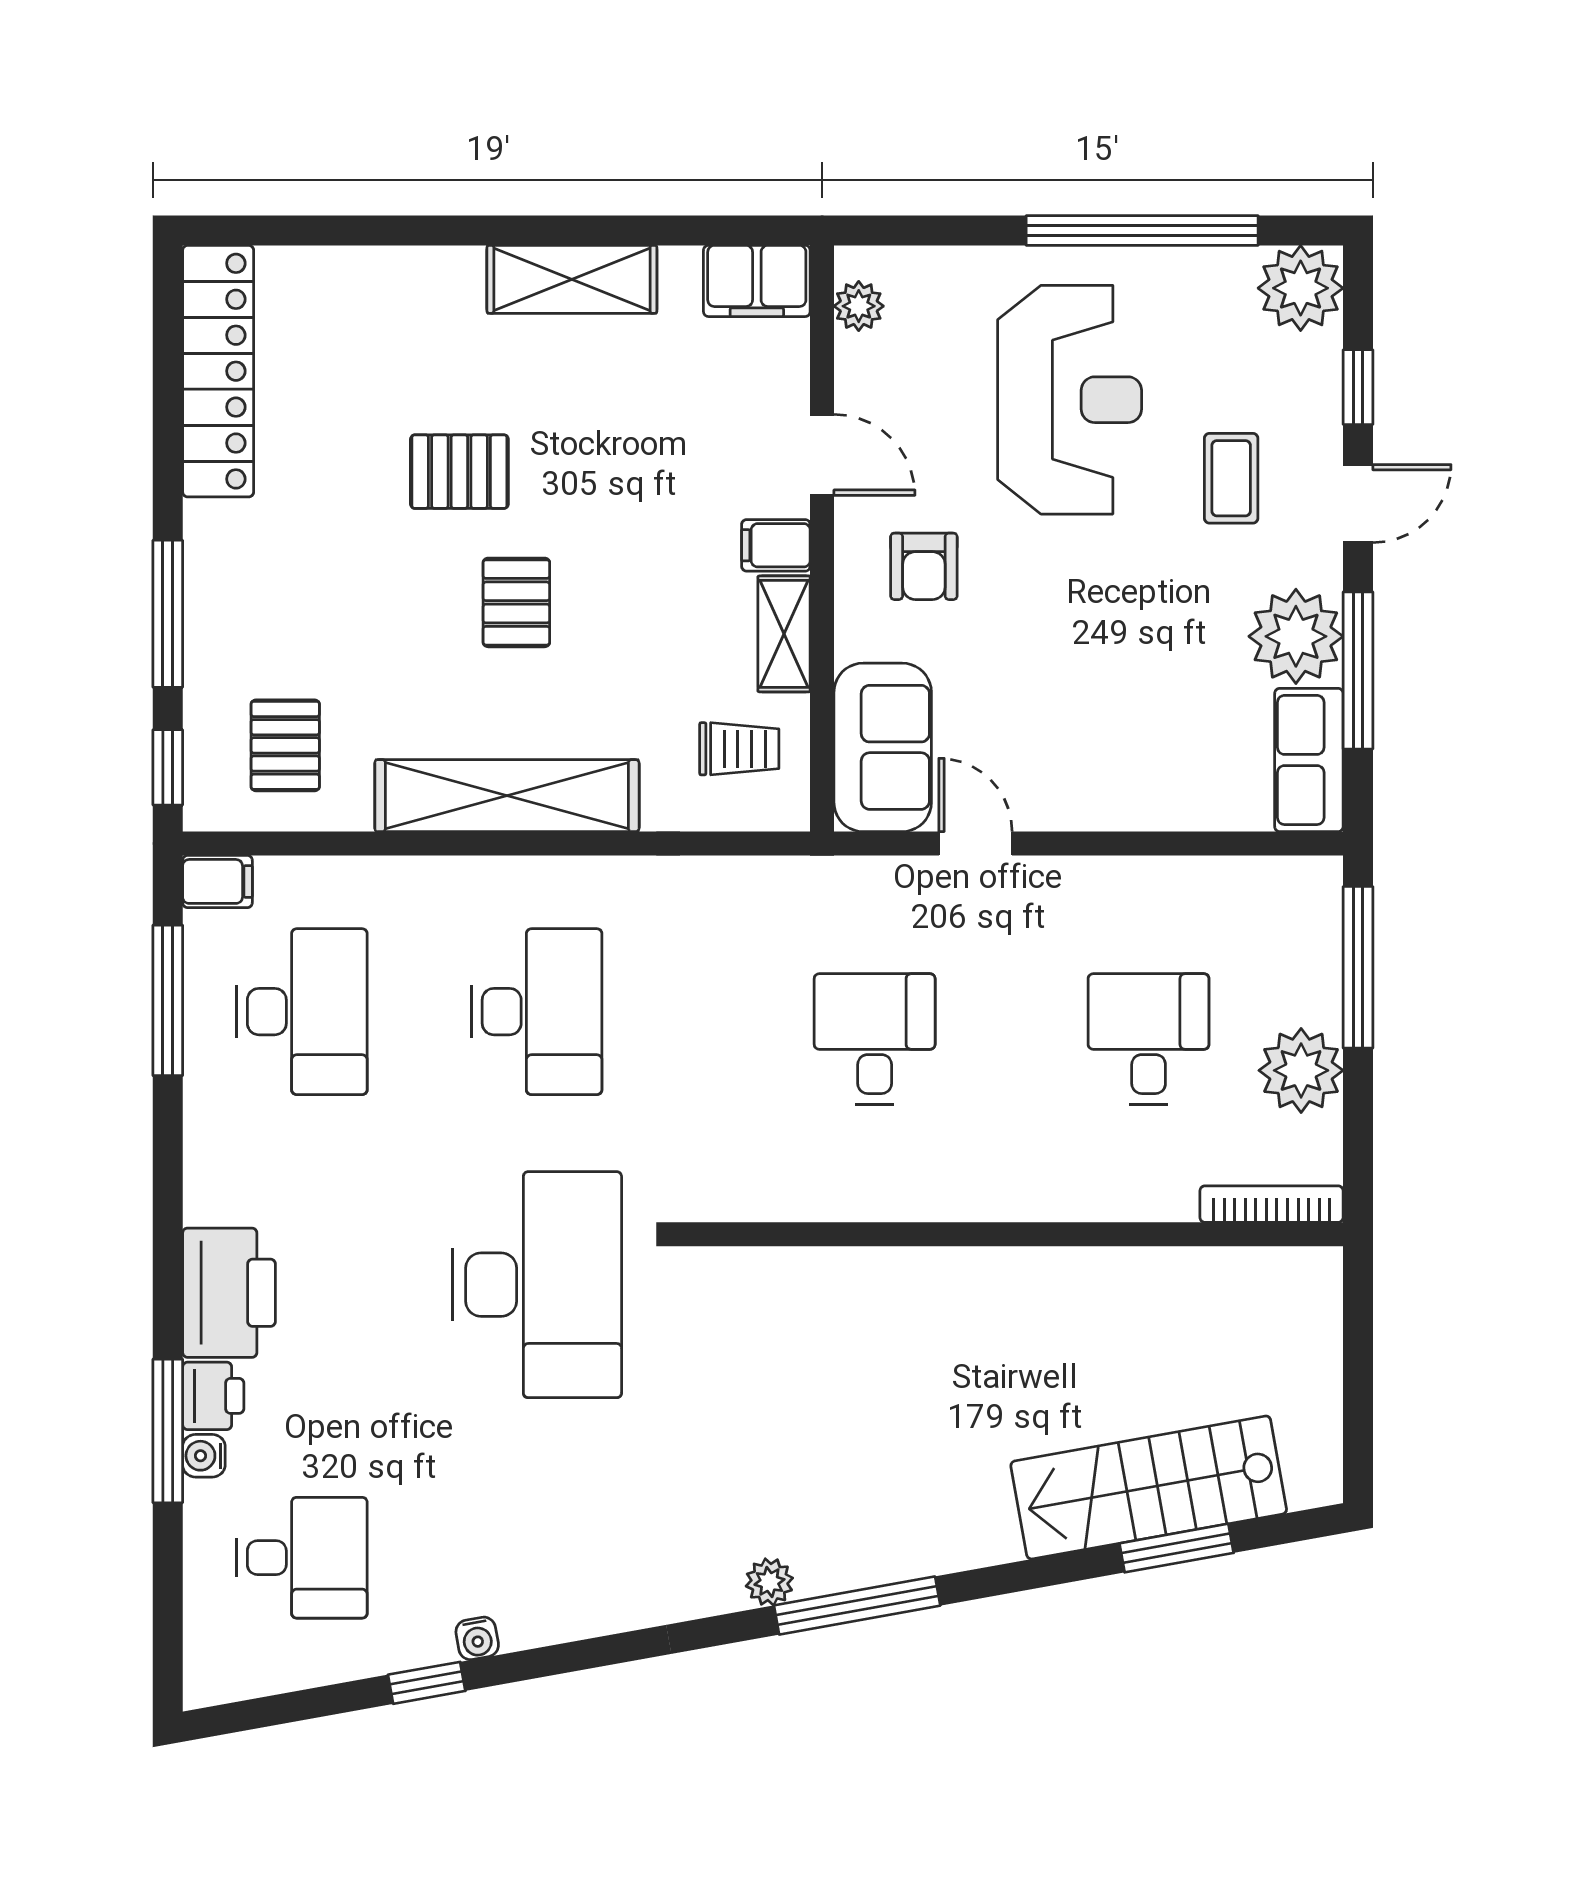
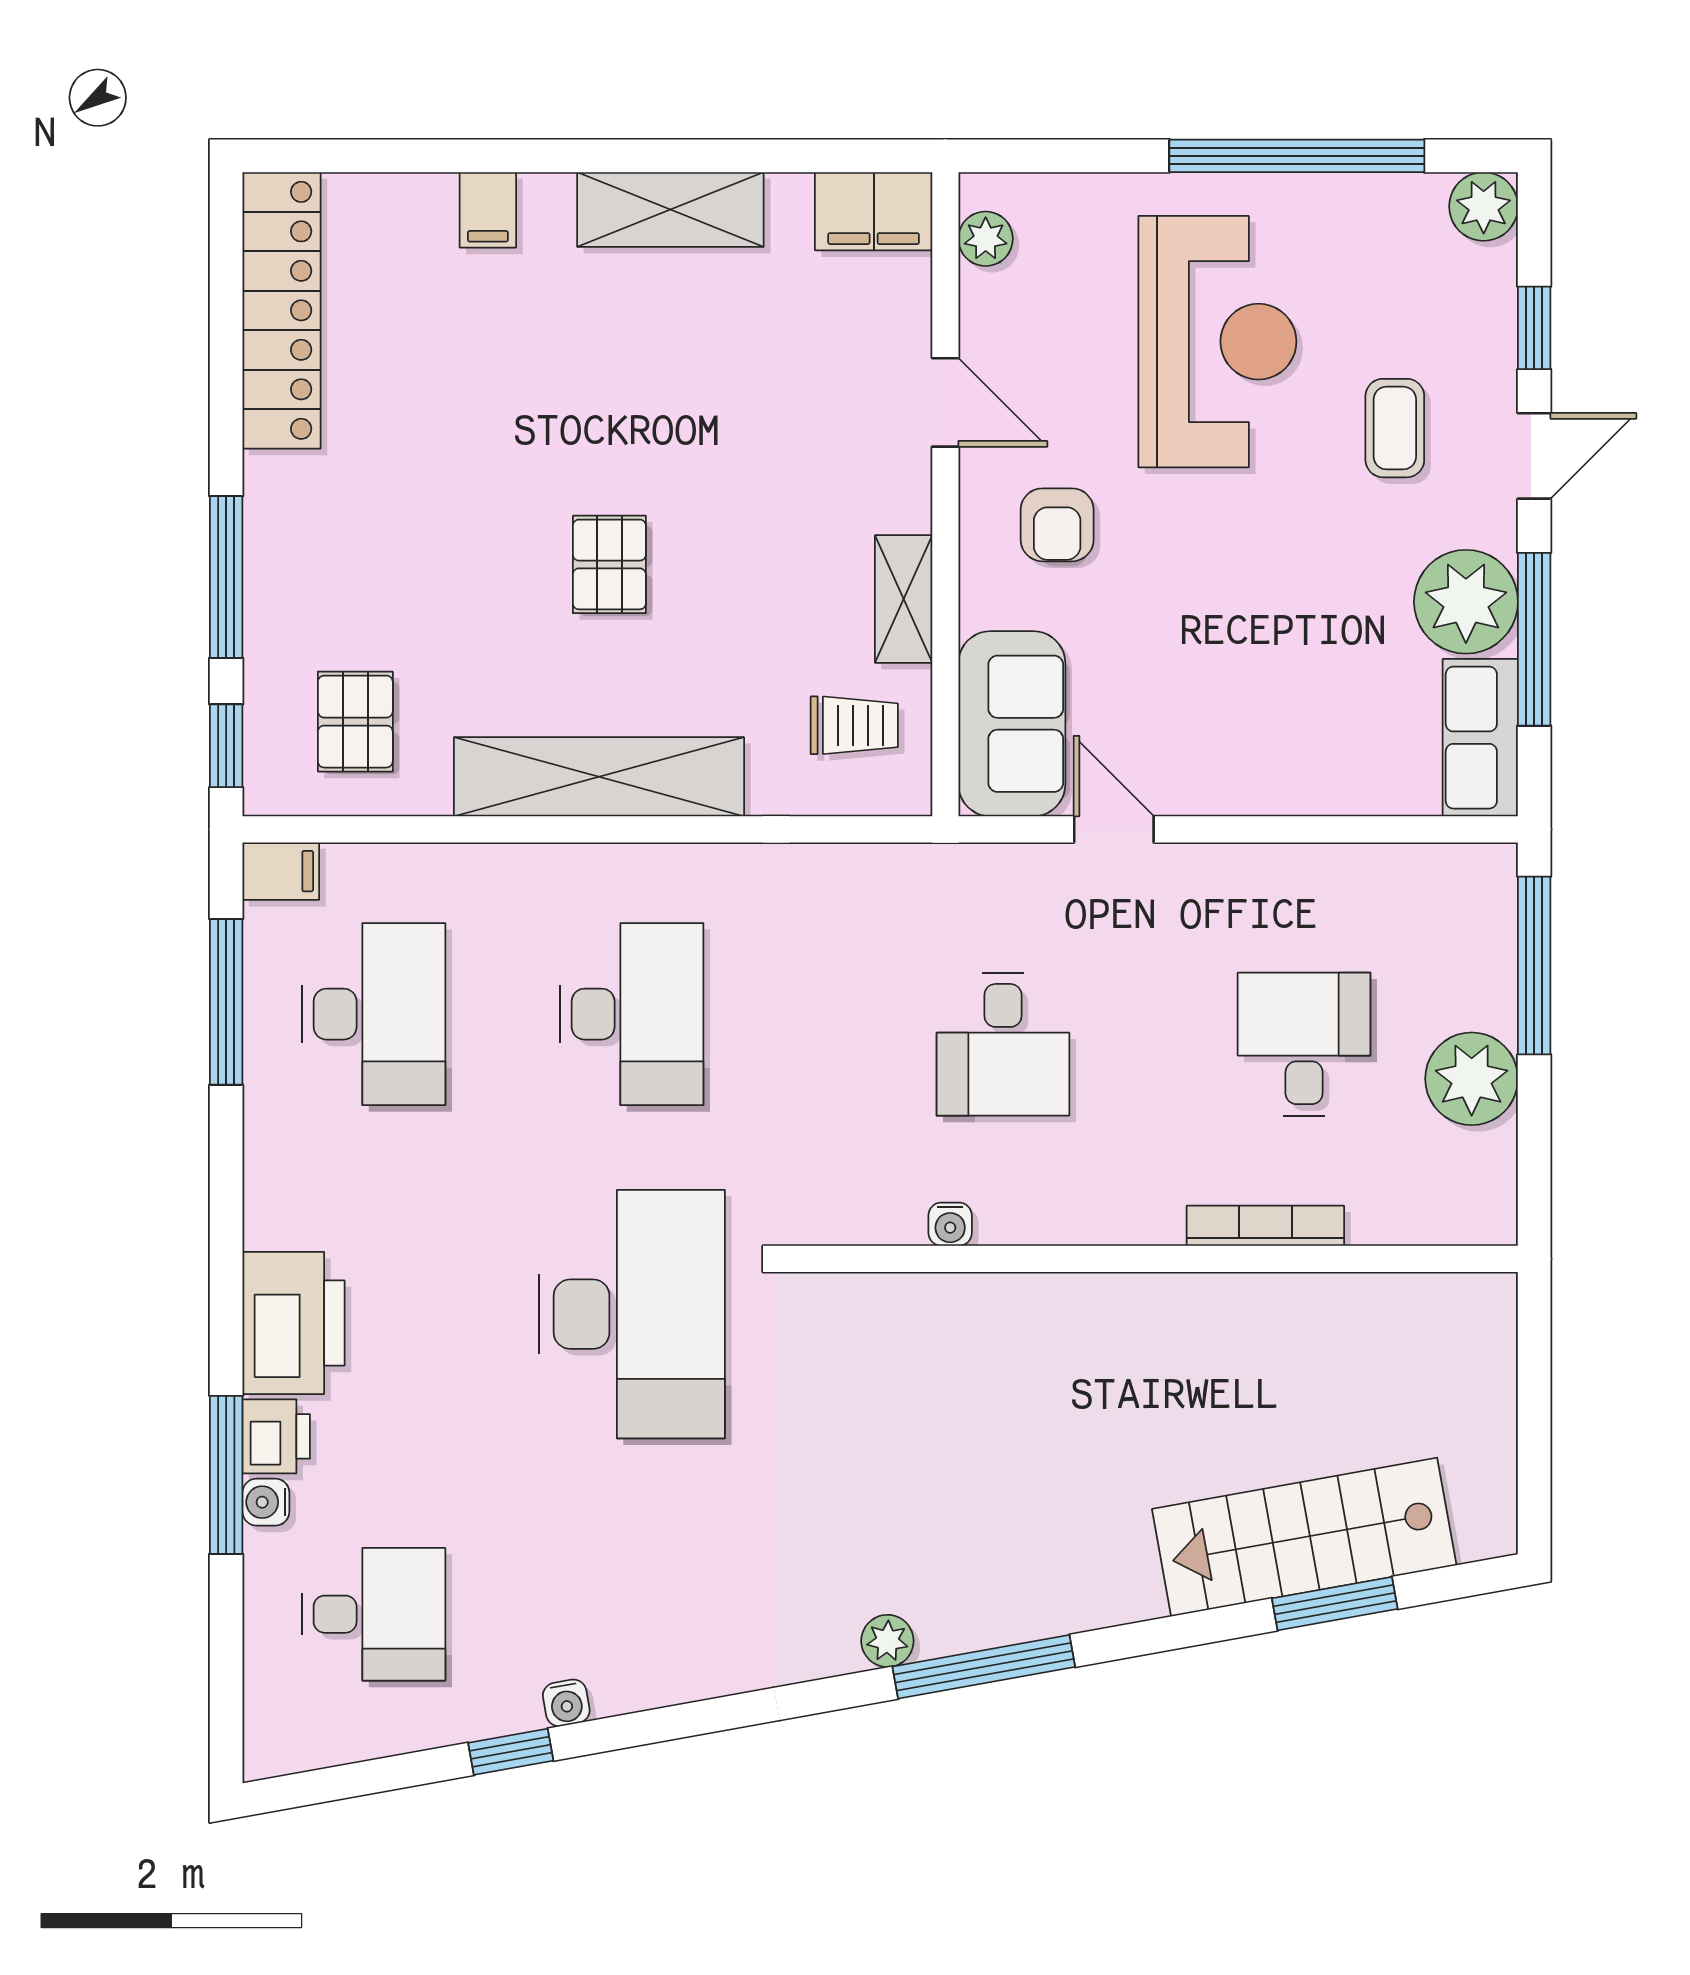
plant: (1301, 288) -> (1484, 206), width x0.73, depth x0.73
pallet: (459, 472) -> (547, 421), removed
filing cabinet: (776, 545) -> (488, 210), moved, turned -90
desk: (875, 1039) -> (1003, 1044), turned 180
water cooler: (827, 1203) -> (950, 1224), added
bookcase: (1272, 1204) -> (1265, 1226), moved

